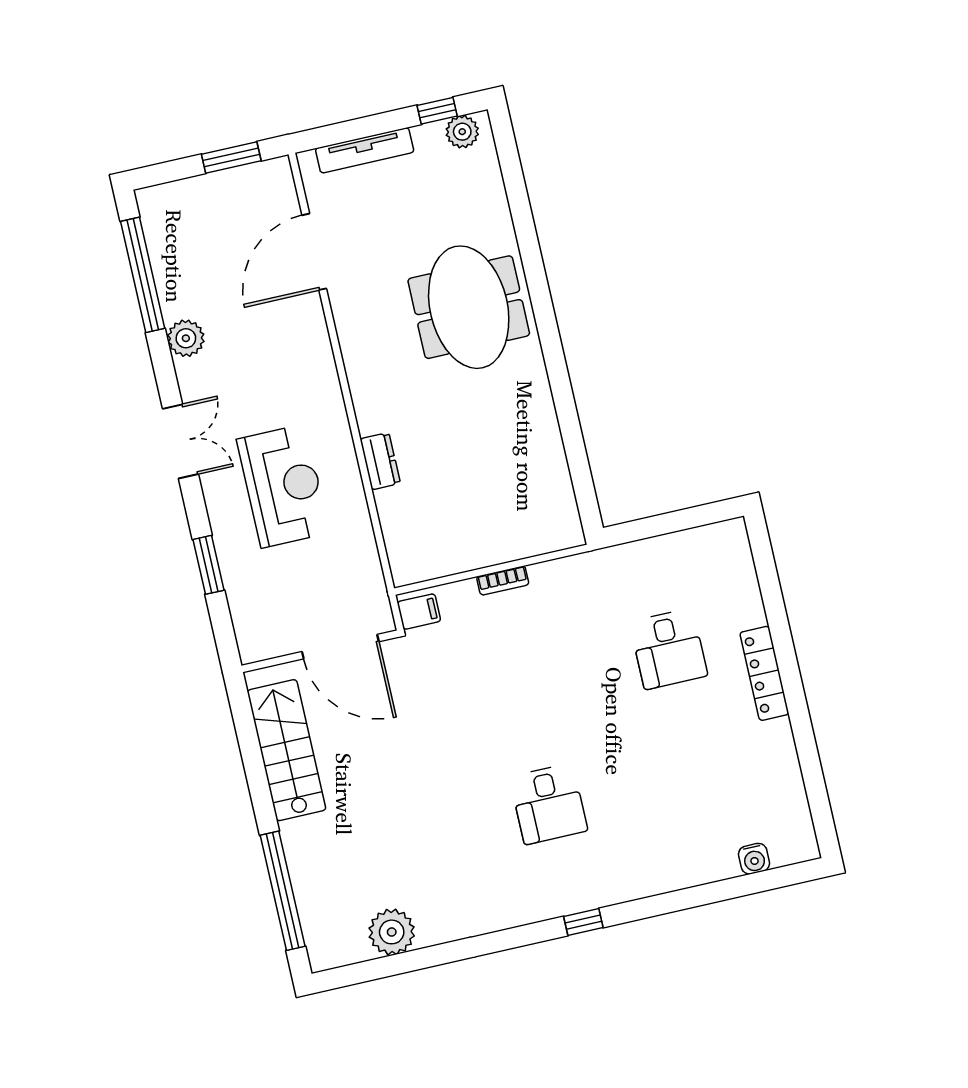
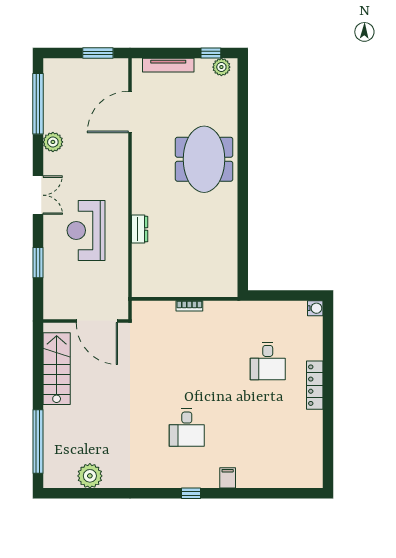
reception desk: (283, 486) -> (86, 230), turned 180
filing cabinet: (419, 612) -> (228, 478), moved, turned -90
water cooler: (754, 859) -> (315, 308), moved, turned -90

